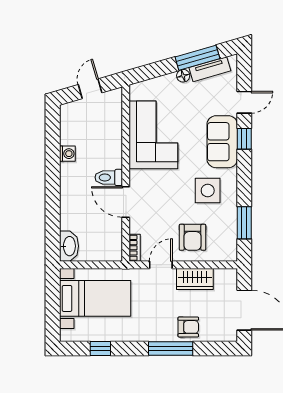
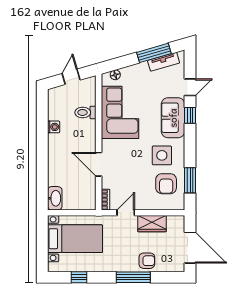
floor lamp: (183, 76) -> (115, 75), moved
toilet: (109, 177) -> (85, 112), moved
armchair: (193, 237) -> (166, 184), moved

